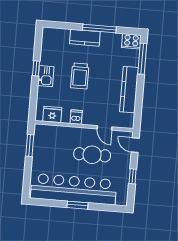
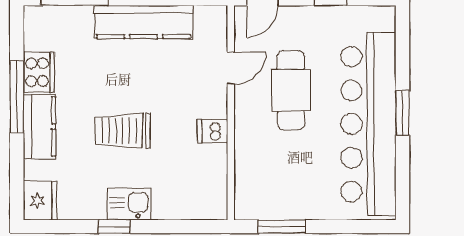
cooker: (131, 41) -> (39, 72), moved
trolley: (80, 76) -> (123, 131), turned 180
fridge: (52, 114) -> (40, 201), moved, turned 180

